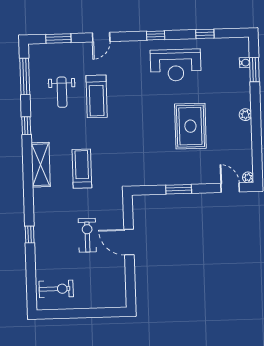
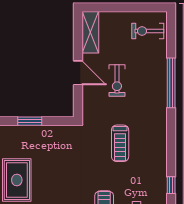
shelving: (41, 165) -> (90, 32), moved
window: (30, 235) -> (171, 83), width x3.17

